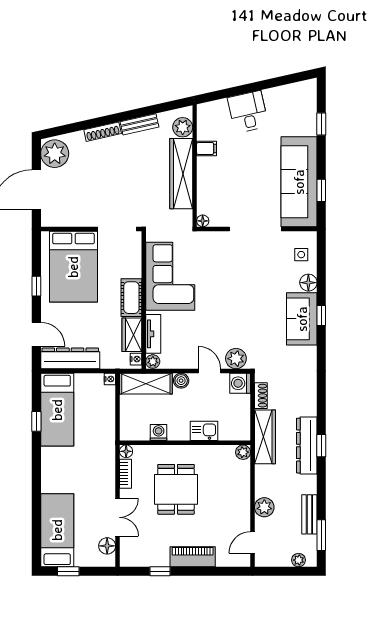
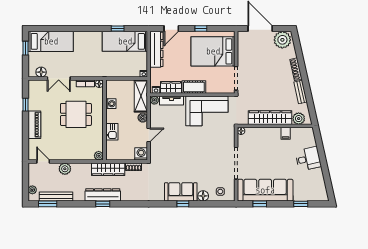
plant: (236, 359) -> (156, 151), removed
bench: (309, 514) -> (56, 197), width x1.36

